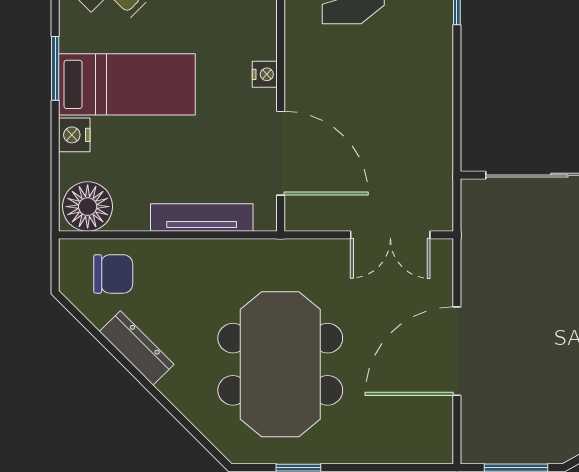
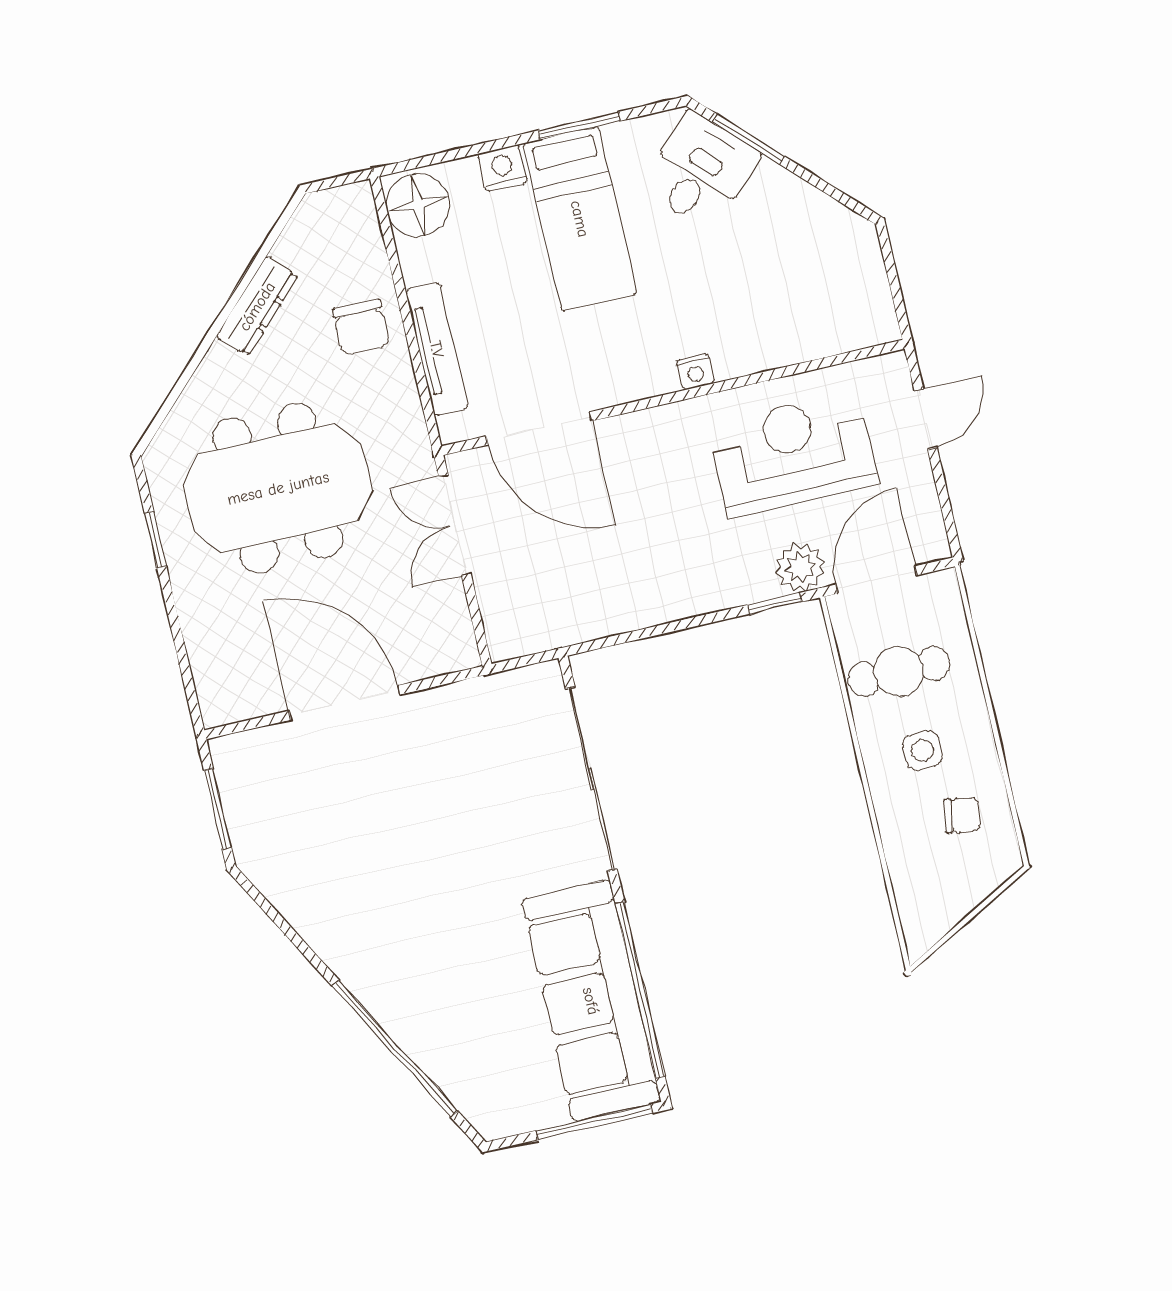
nightstand: (265, 74) -> (695, 372), moved
door: (281, 153) -> (539, 428), hinge flipped
double door: (390, 235) -> (455, 525), moved
chair: (113, 274) -> (361, 327), moved

